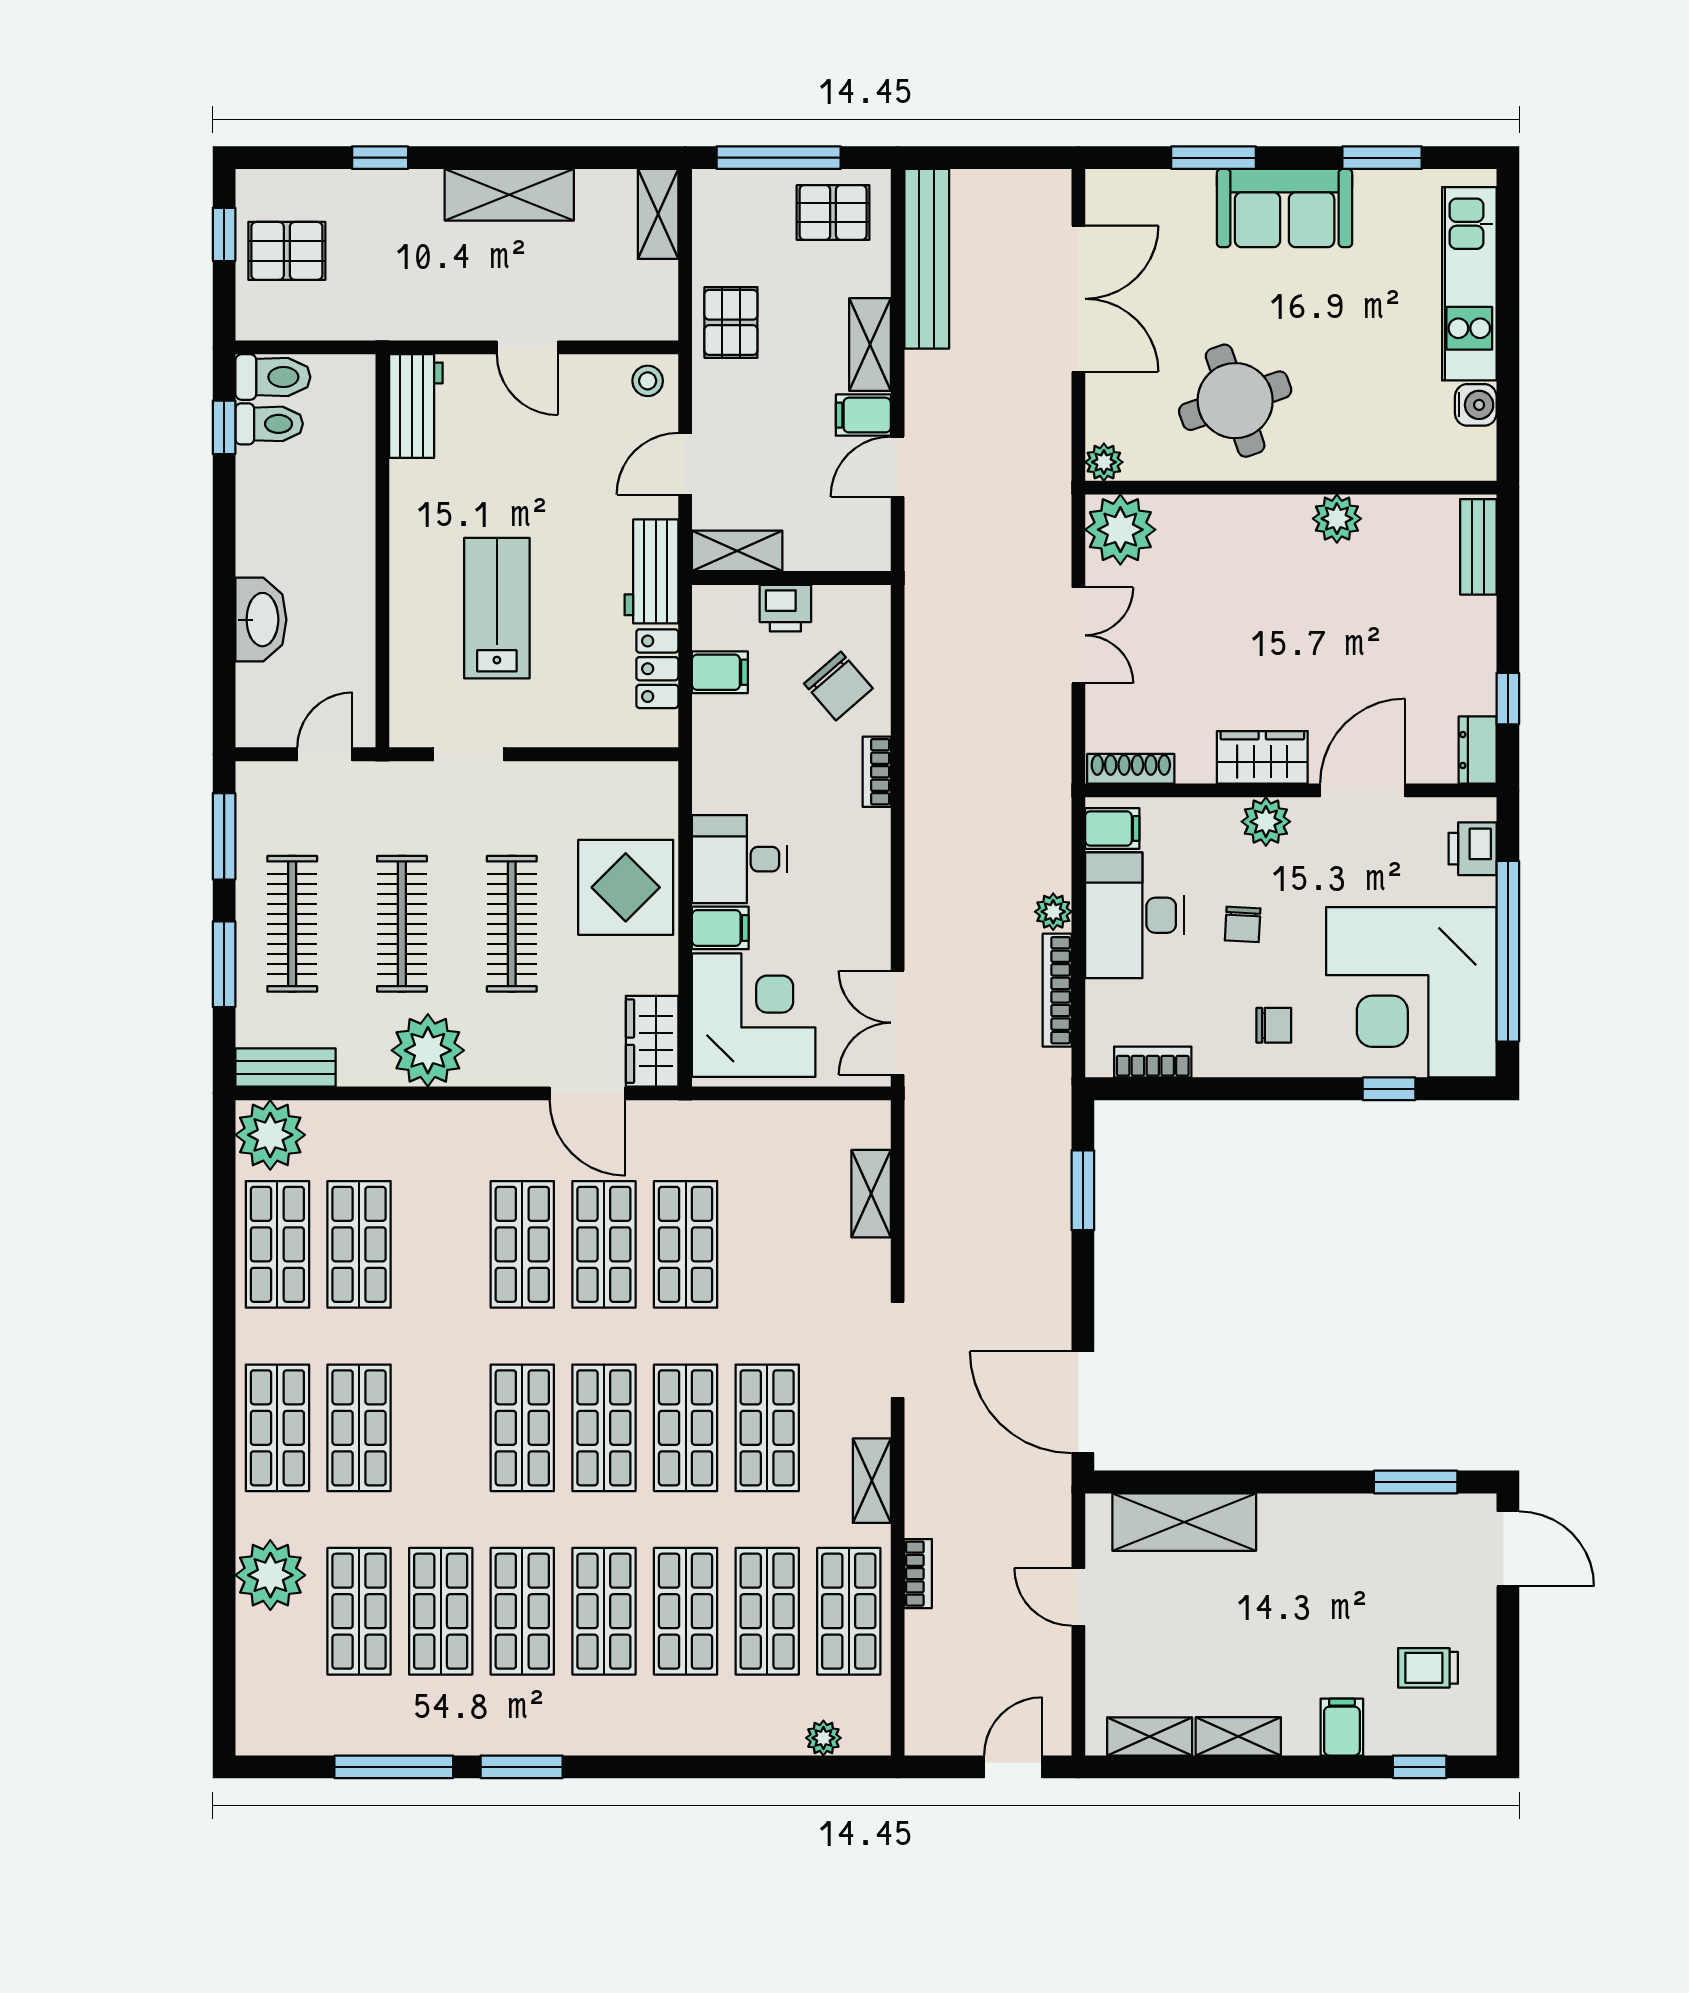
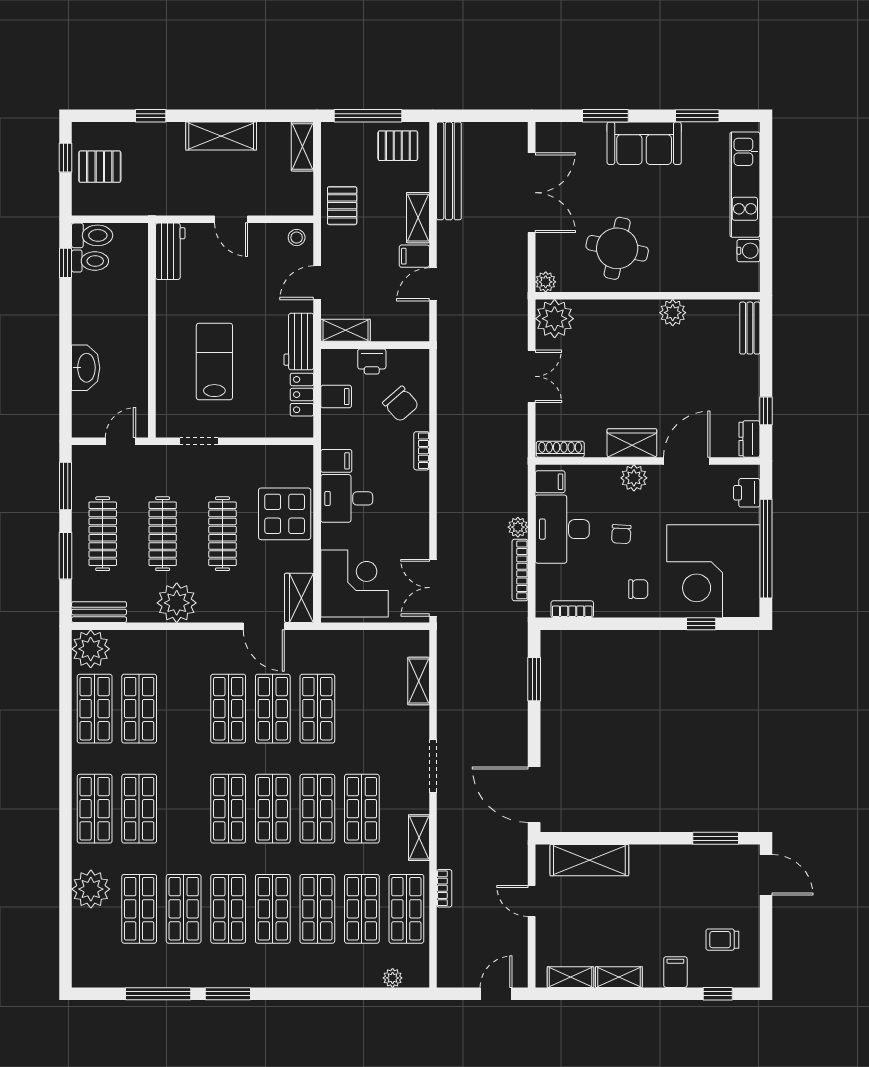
round table: (1235, 401) -> (617, 248), turned 31
filing cabinet: (720, 928) -> (336, 461), moved

